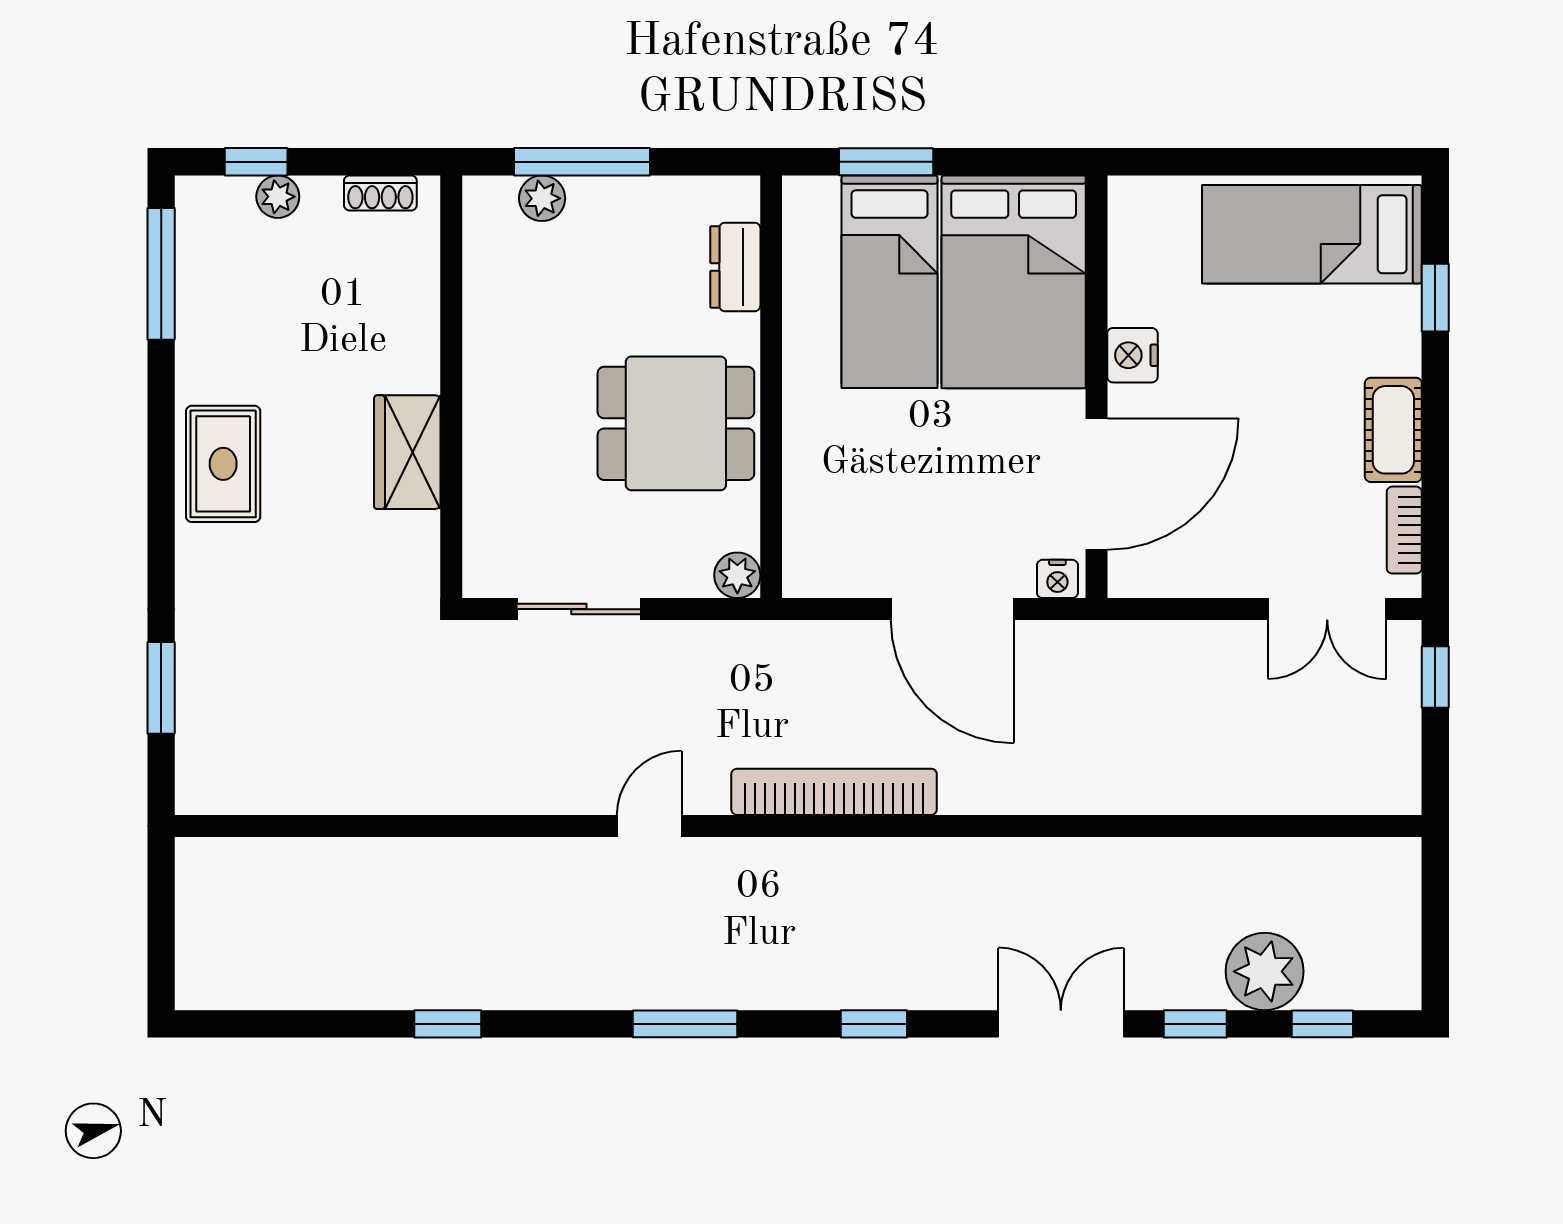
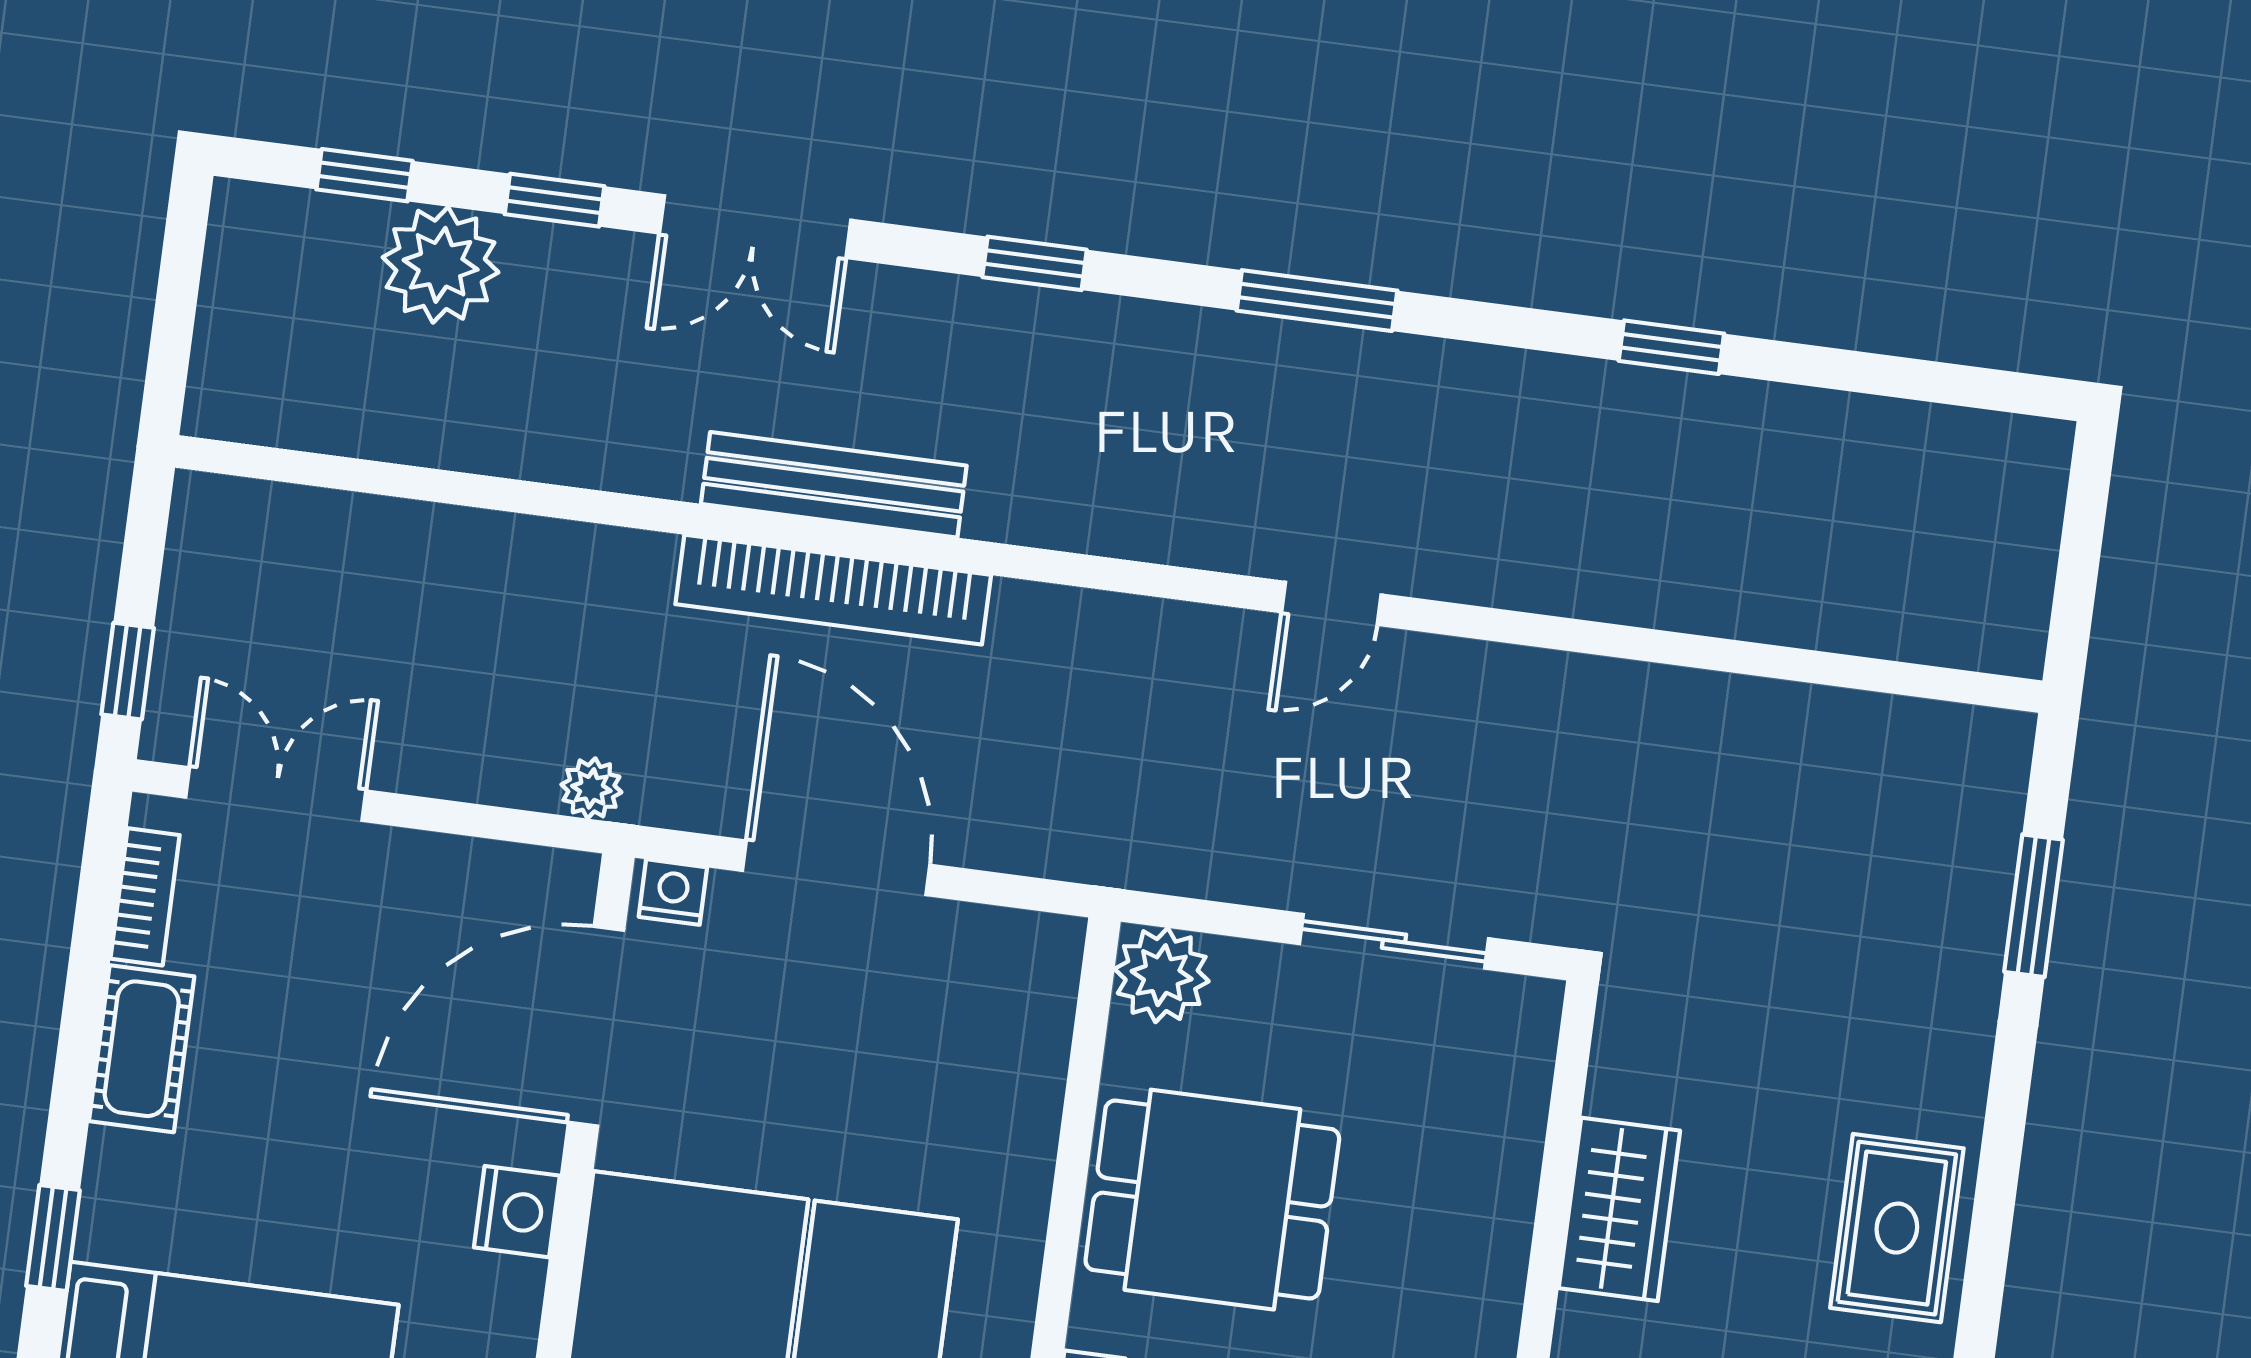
plant: (737, 575) -> (1162, 975), width x1.38, depth x1.38
plant: (1120, 640) -> (591, 788), added
bookcase: (834, 792) -> (833, 590), moved
bench: (987, 861) -> (834, 485), added

